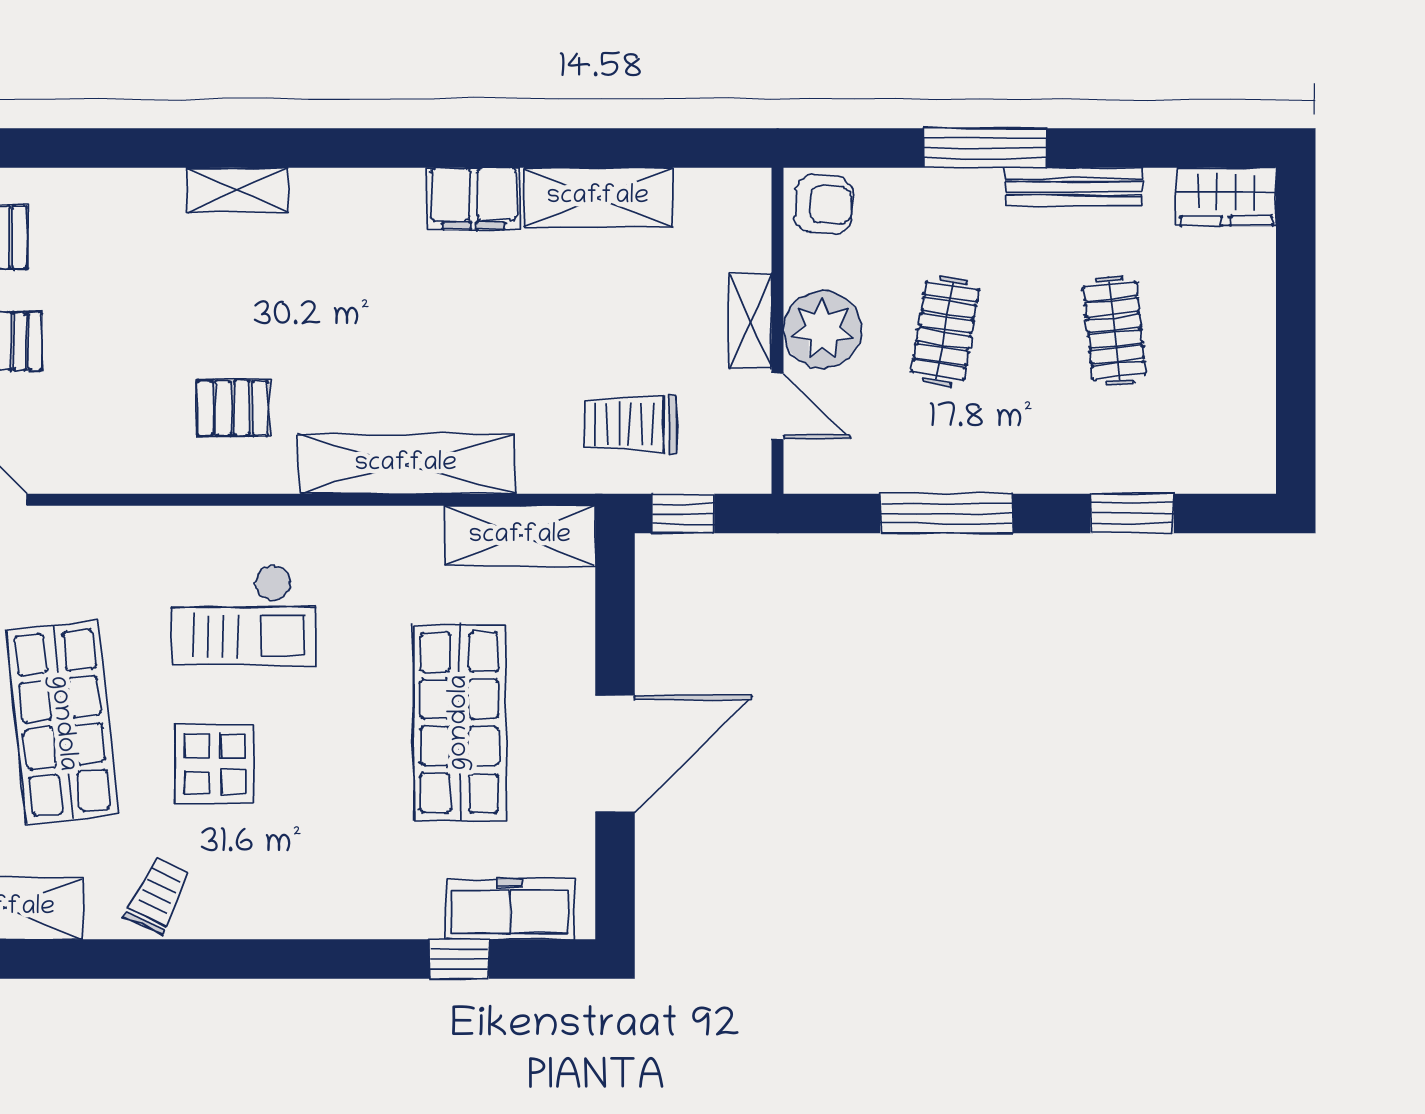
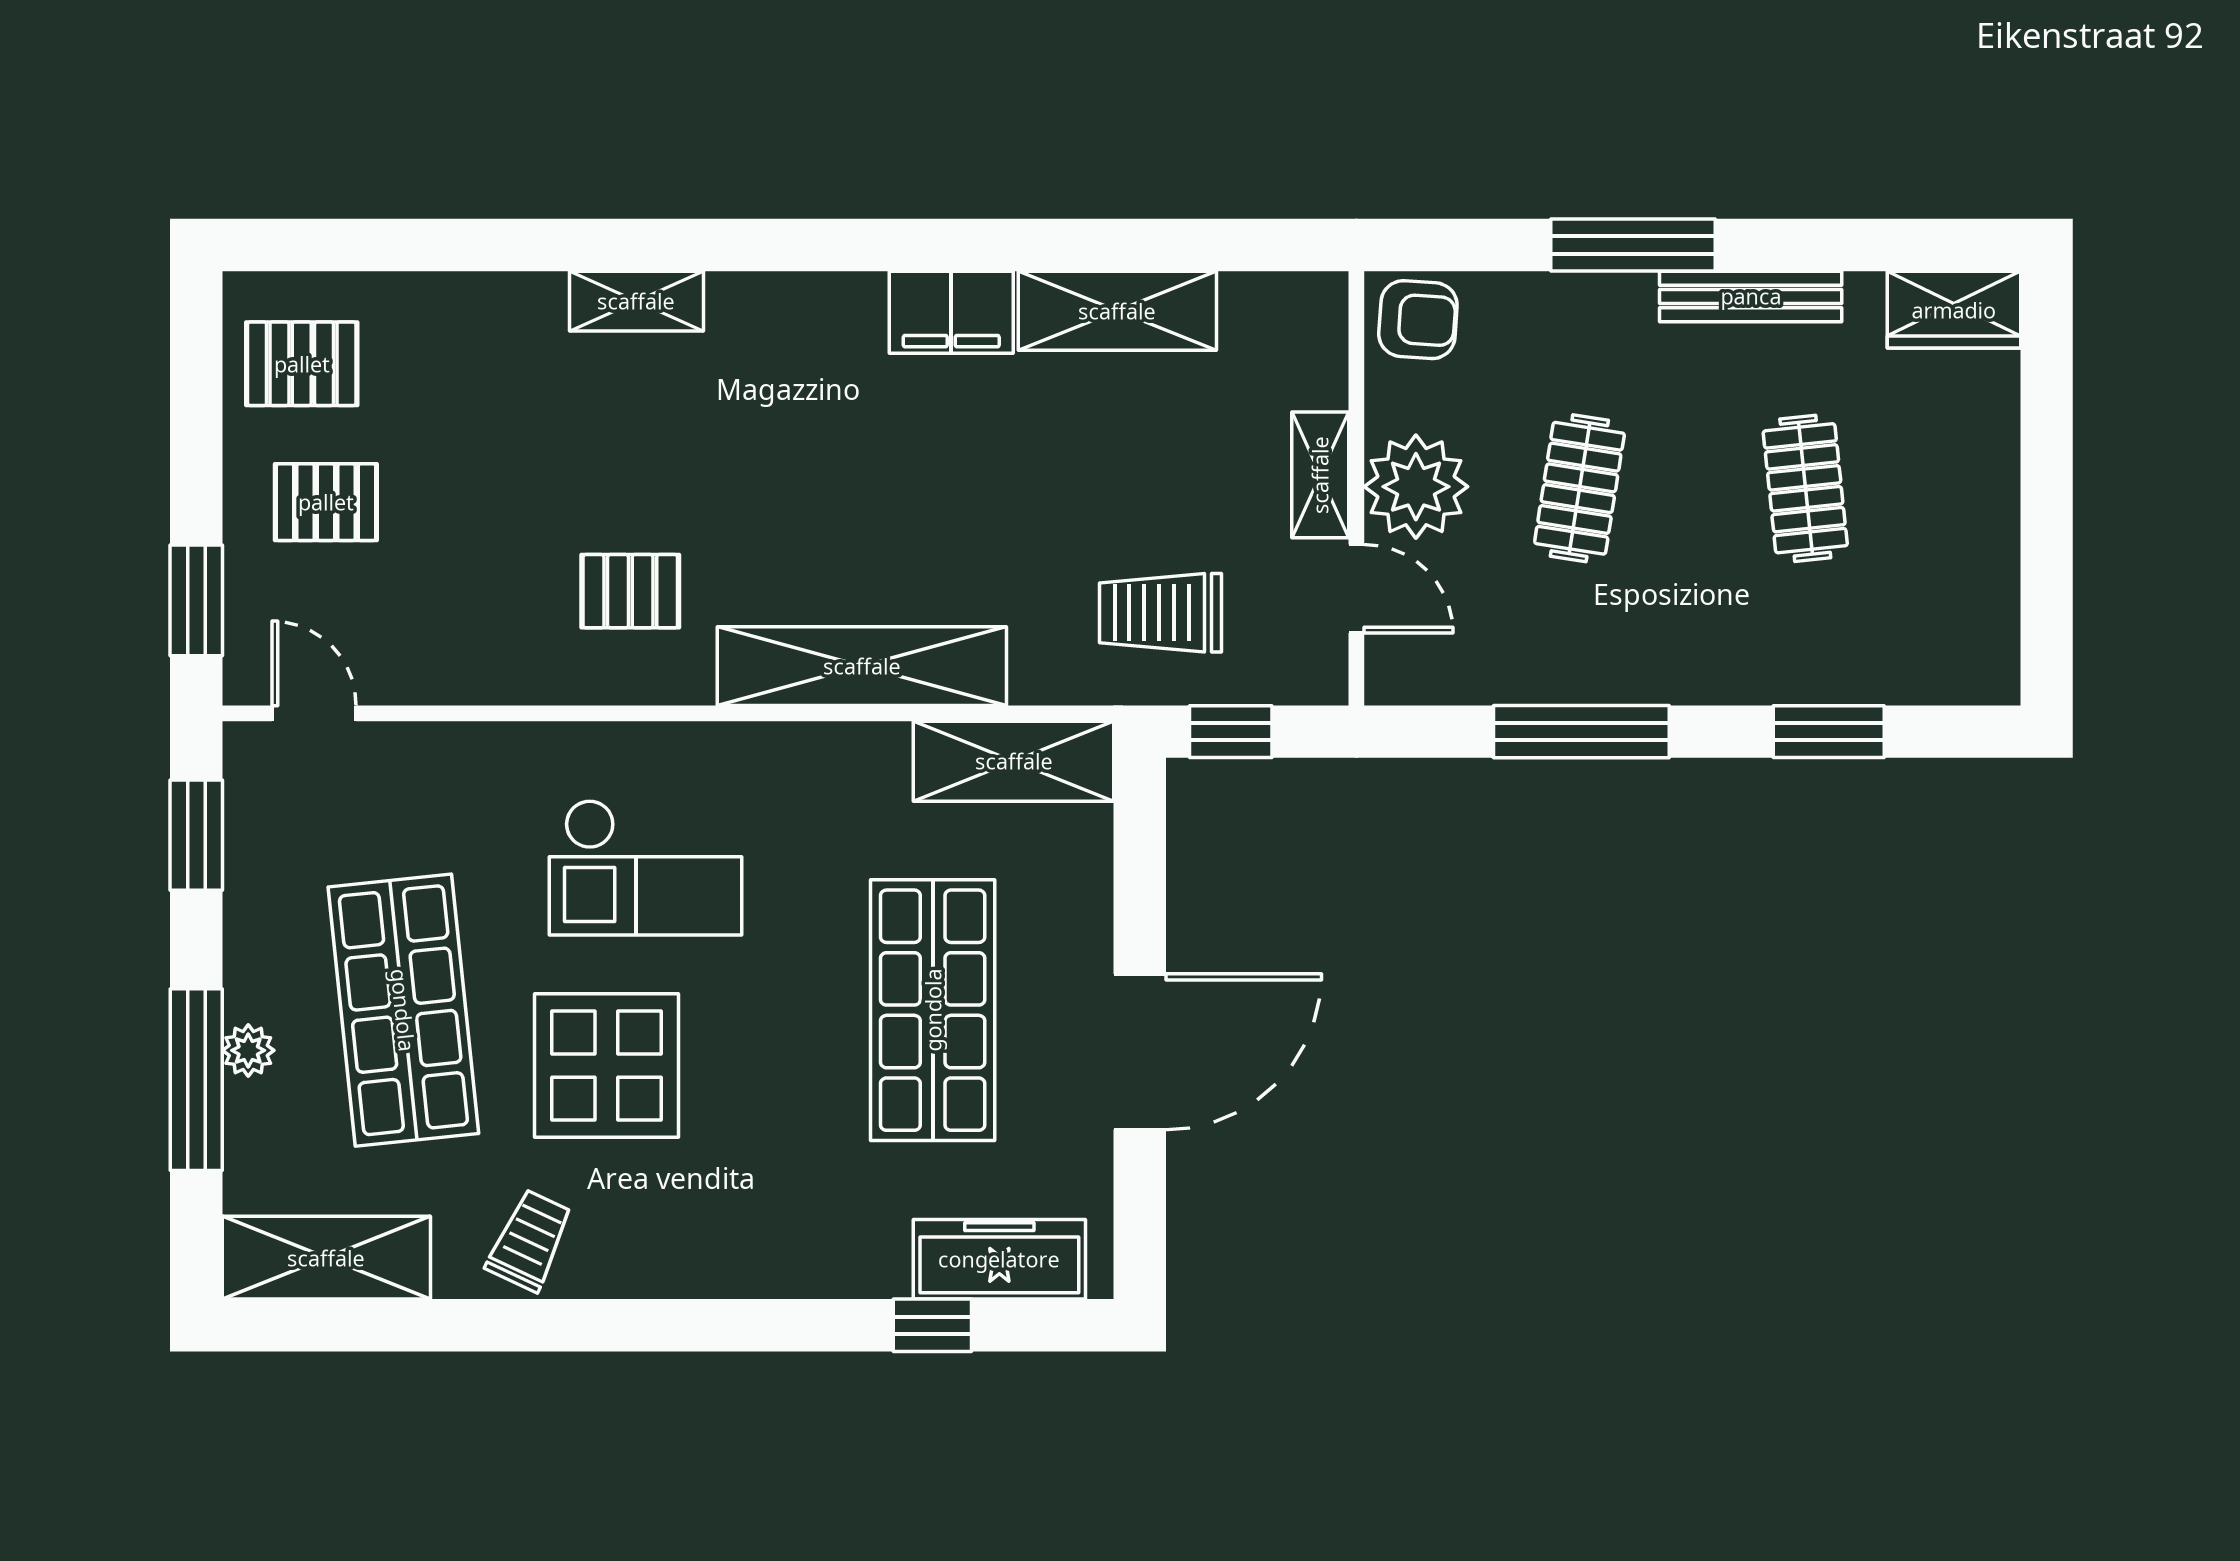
display table: (215, 764) -> (606, 1066), width x1.36, depth x1.36

